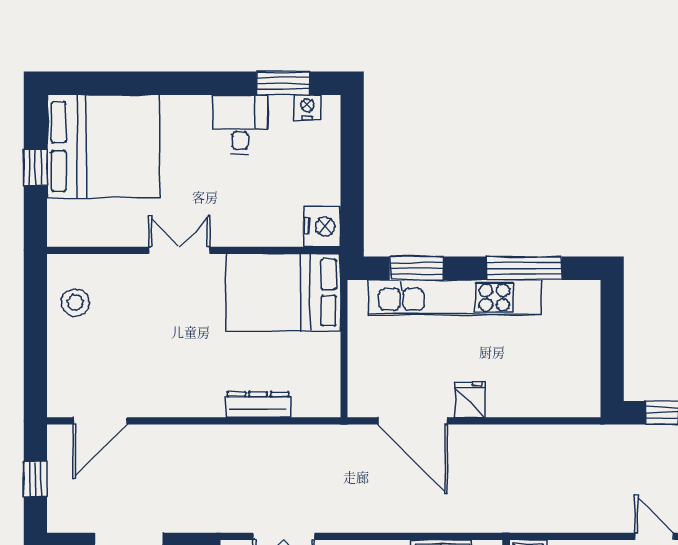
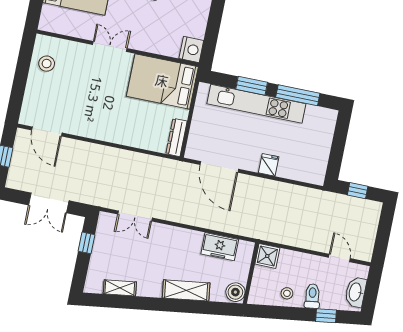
window: (417, 268) -> (252, 86), moved
fridge: (470, 400) -> (269, 165), moved
dresser: (258, 405) -> (177, 137), moved, turned -90
door: (100, 421) -> (47, 131), hinge flipped

